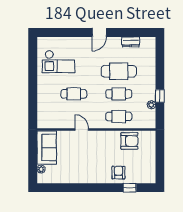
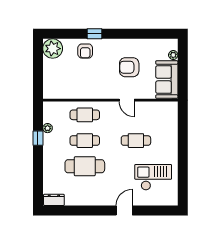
door: (99, 32) -> (124, 210), moved
dresser: (131, 42) -> (54, 200), moved
armchair: (129, 141) -> (129, 67), moved
plant: (147, 175) -> (53, 49), added
window: (130, 188) -> (95, 34), moved

